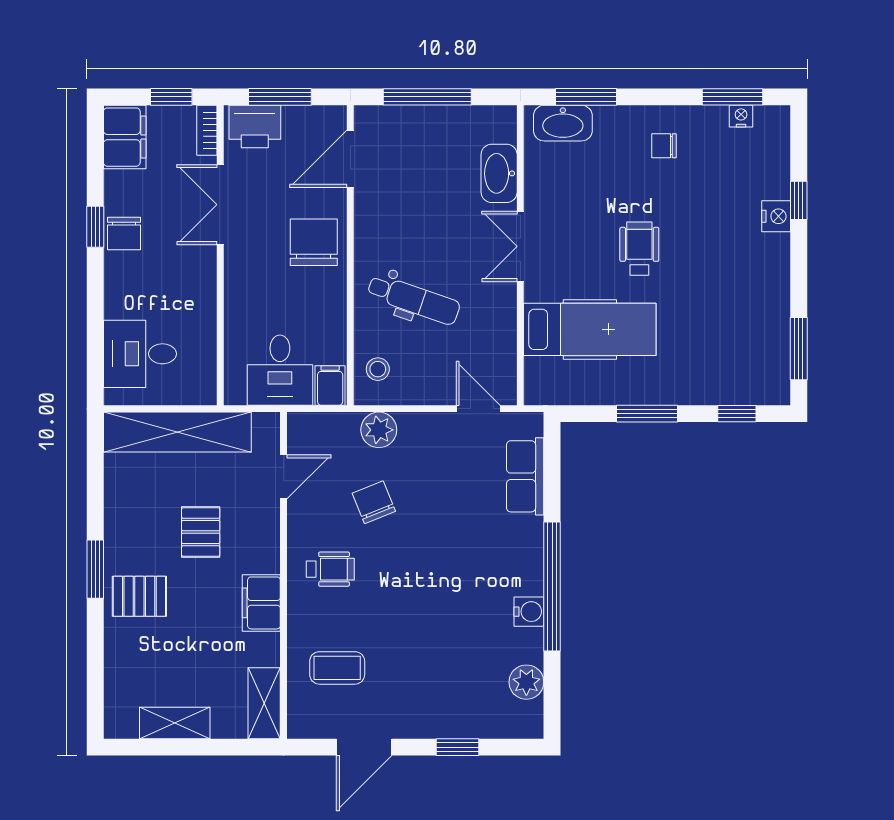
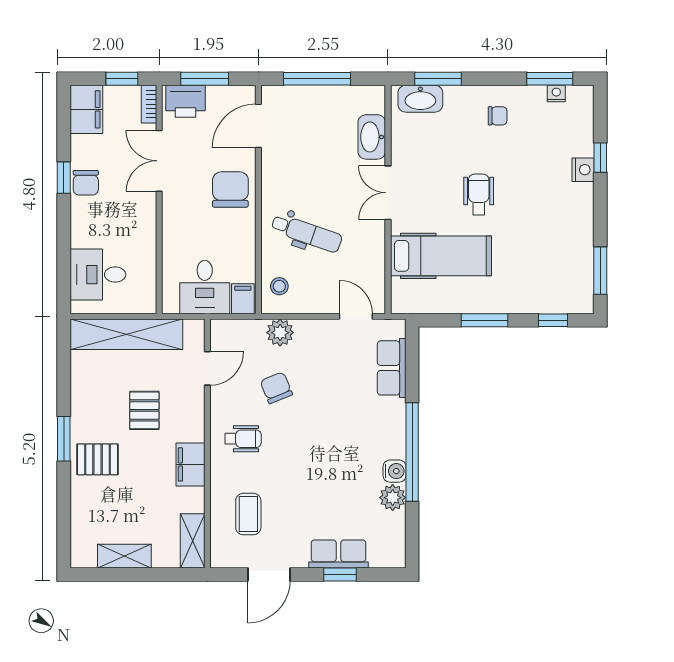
chair: (664, 146) -> (498, 116), turned 180
coffee table: (337, 668) -> (248, 514), turned 90
plant: (526, 682) -> (393, 498), moved
row of seats: (455, 720) -> (338, 554), added

